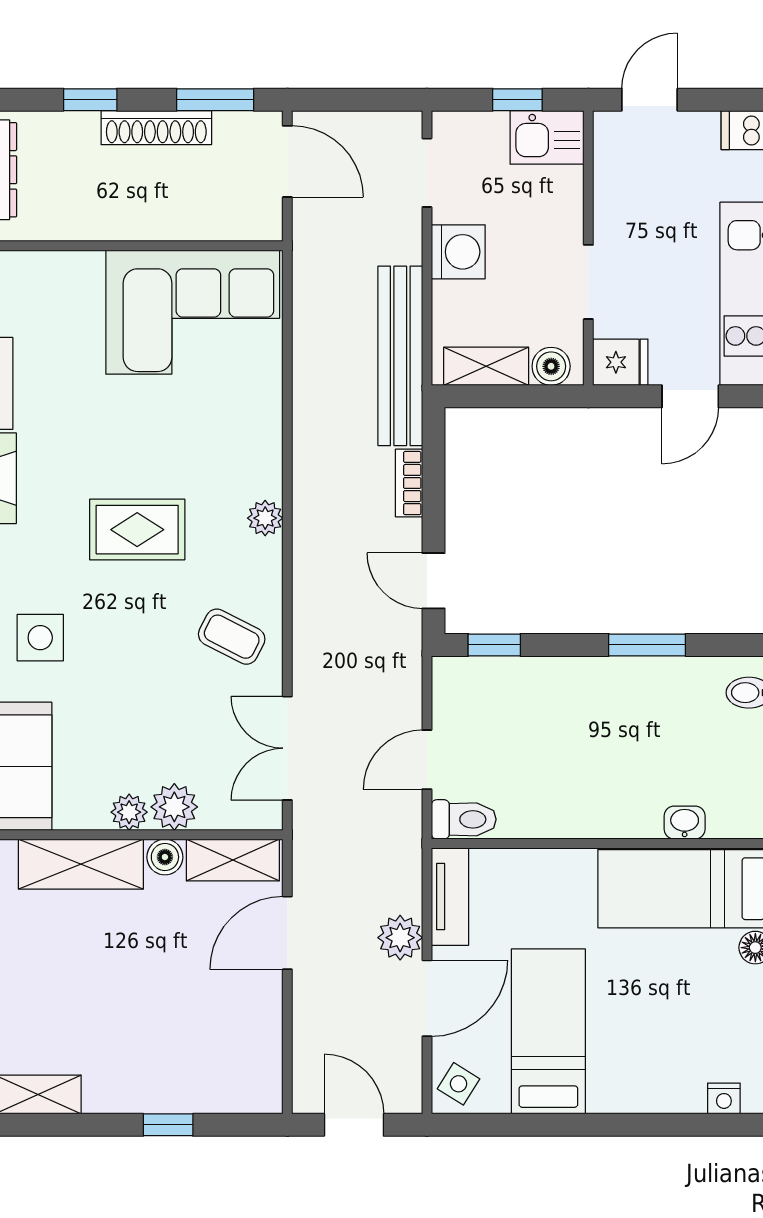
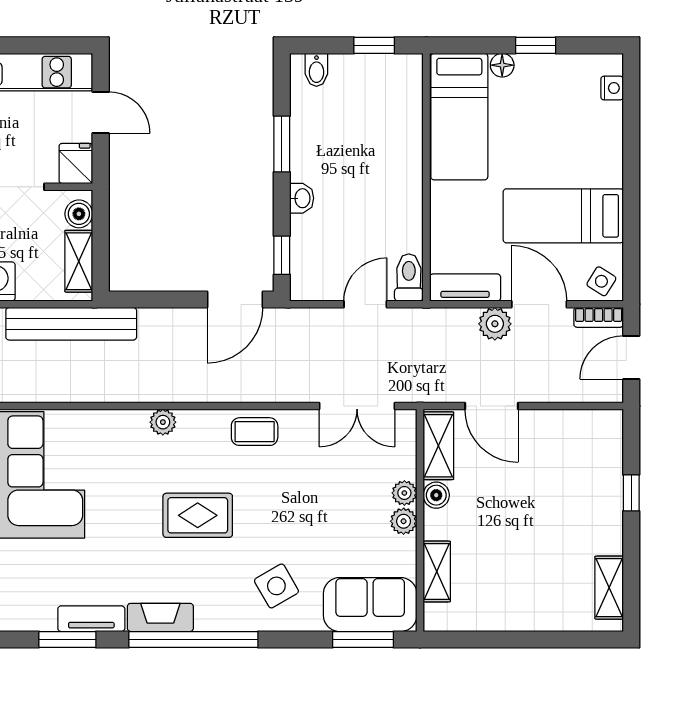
bookcase: (409, 483) -> (599, 317), moved
plant: (265, 518) -> (163, 422), moved
rug: (137, 530) -> (198, 515), turned 90
door: (433, 581) -> (235, 300), width x1.38
coffee table: (232, 637) -> (255, 432), moved, turned 63
side table: (40, 638) -> (276, 586), turned -30
door: (427, 760) -> (365, 304), swing flipped
plant: (174, 807) -> (404, 493), width x0.73, depth x0.73
washbasin: (685, 823) -> (302, 198), moved, turned 180
shelving: (81, 864) -> (437, 571), width x0.67, depth x0.75

